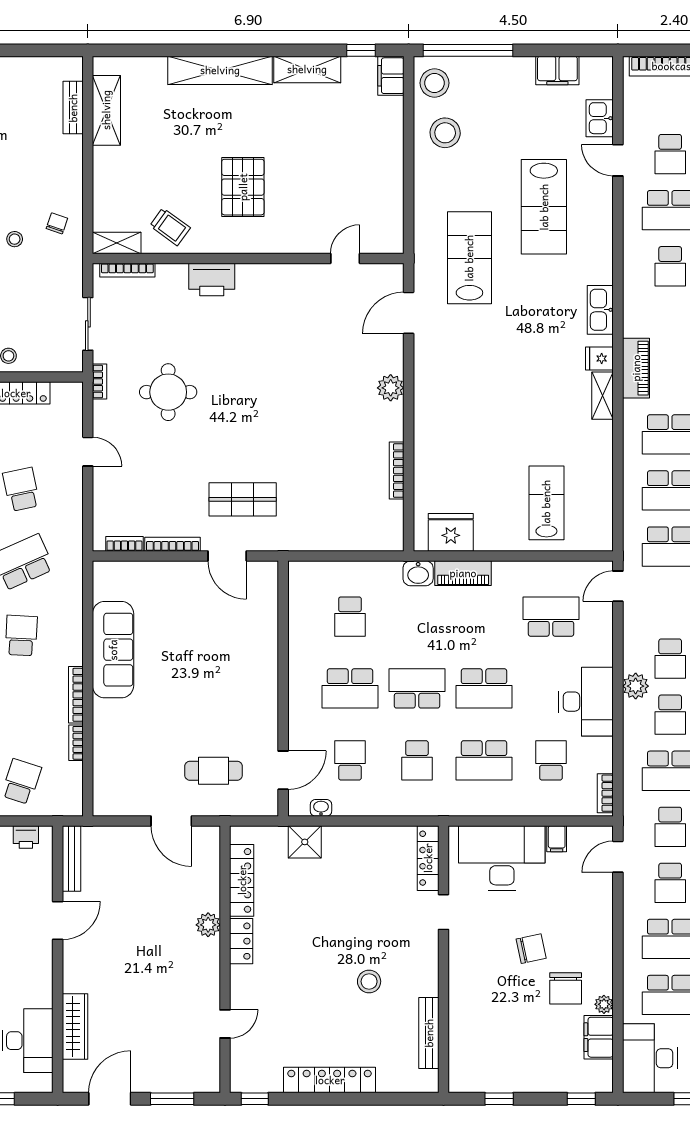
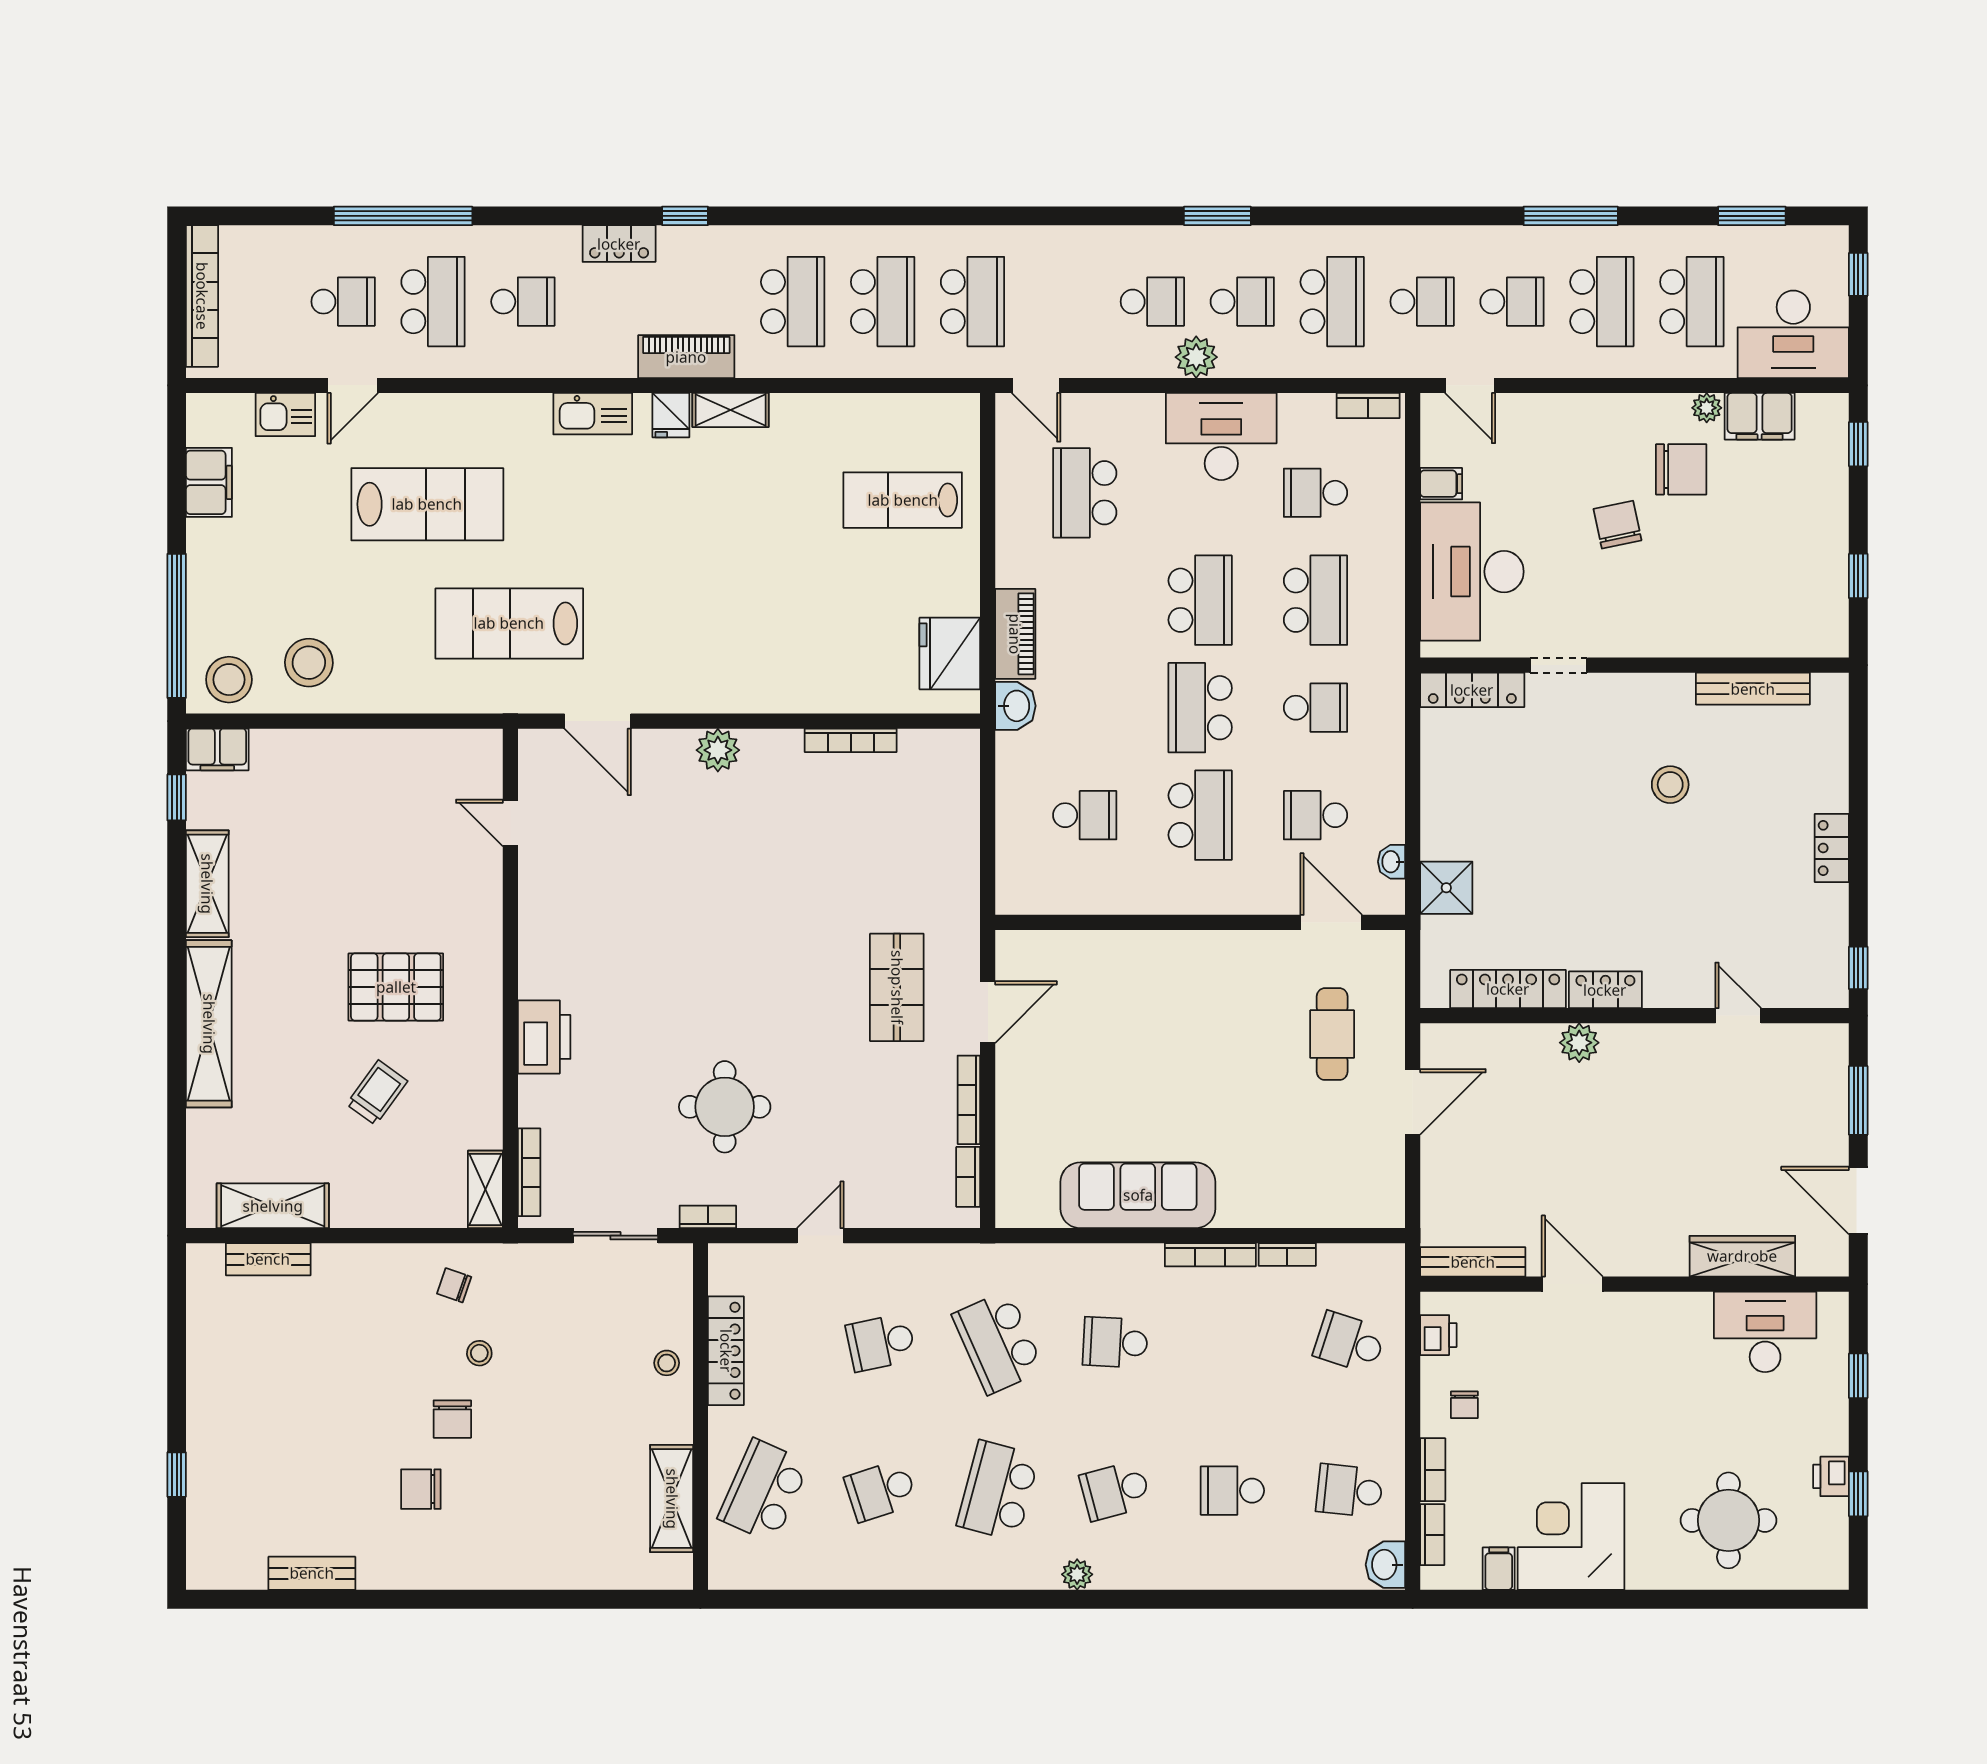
trolley: (170, 227) -> (377, 1093), moved
locker: (330, 1080) -> (1832, 848), width x0.46, depth x0.83

